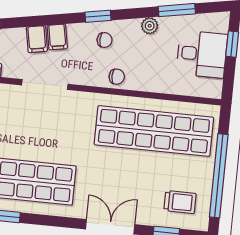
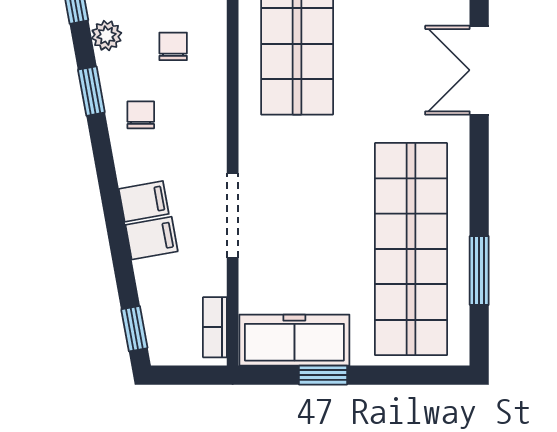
window: (98, 16) -> (91, 91), moved
chair: (117, 77) -> (173, 46), moved

